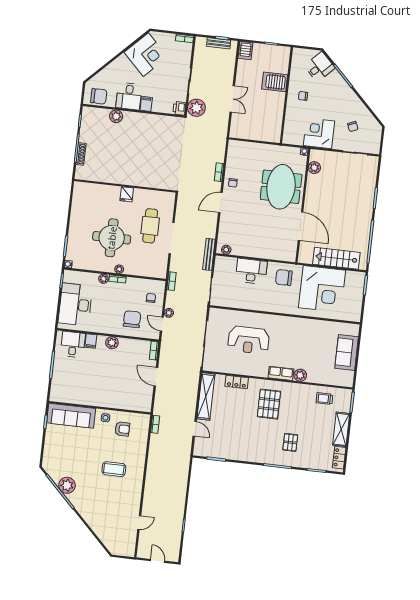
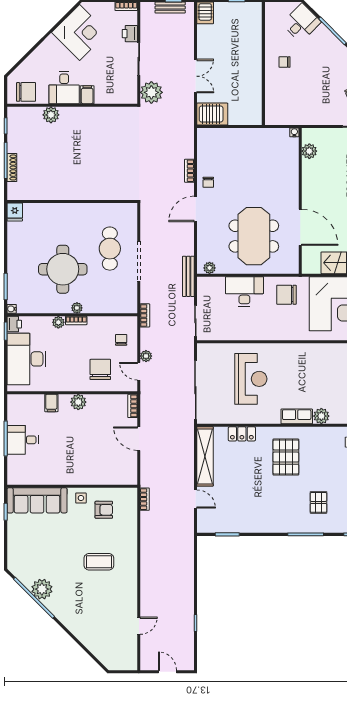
server rack: (275, 82) -> (212, 114), moved, turned 180
printer: (179, 108) -> (130, 34), moved
corner desk: (319, 133) -> (310, 107), removed
meeting table: (281, 187) -> (254, 236), moved
fridge: (127, 194) -> (15, 212), moved
printer: (69, 276) -> (14, 324), added
reception desk: (249, 340) -> (251, 379), turned -90
desk: (73, 344) -> (23, 440), moved, turned -90

